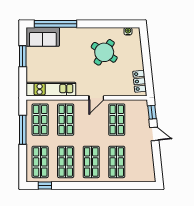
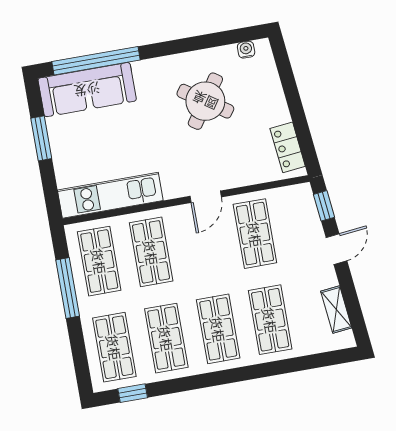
sofa: (43, 37) -> (87, 90), width x1.36
door: (154, 134) -> (336, 249), hinge flipped
shelving: (149, 163) -> (336, 310), added

